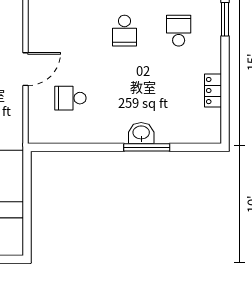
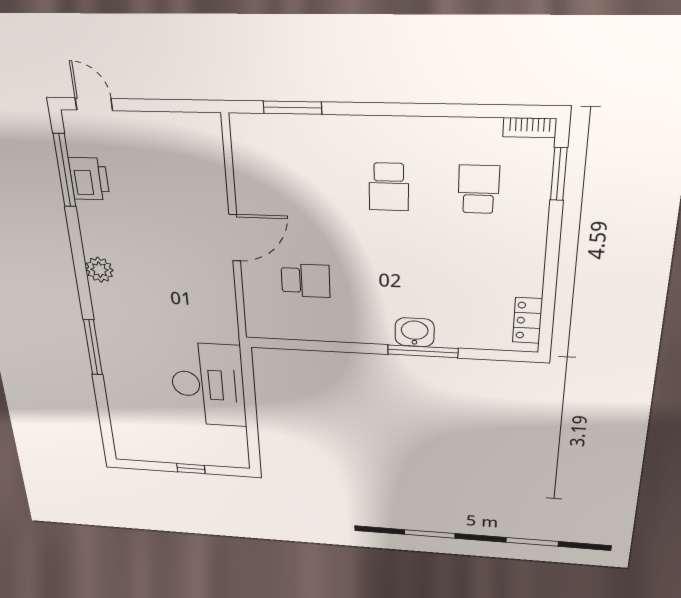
locker: (213, 91) -> (527, 320), moved
school desk: (70, 98) -> (306, 281), turned 180

